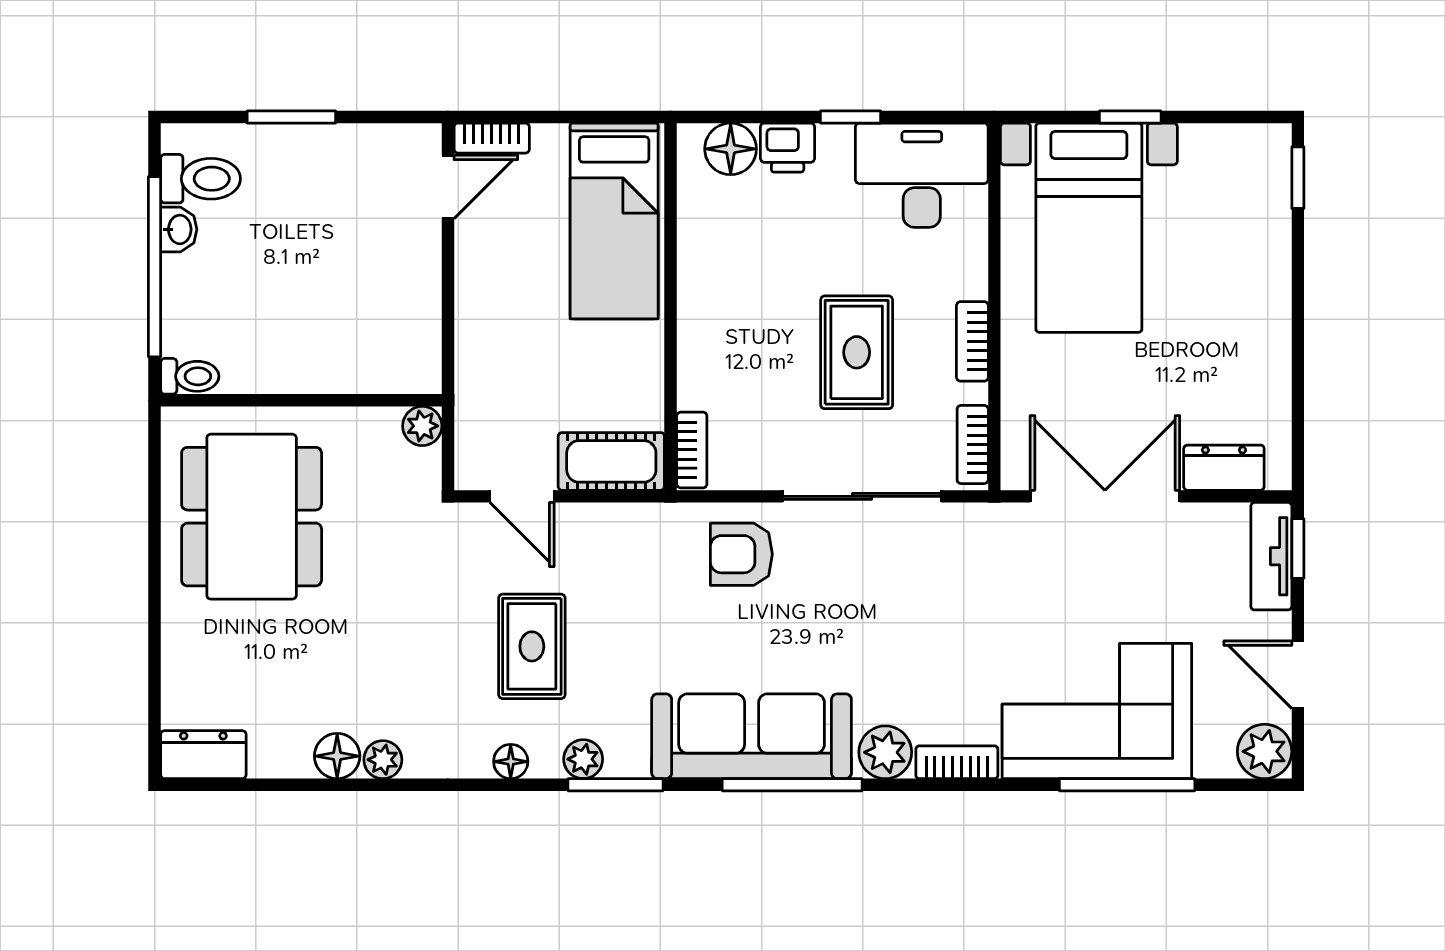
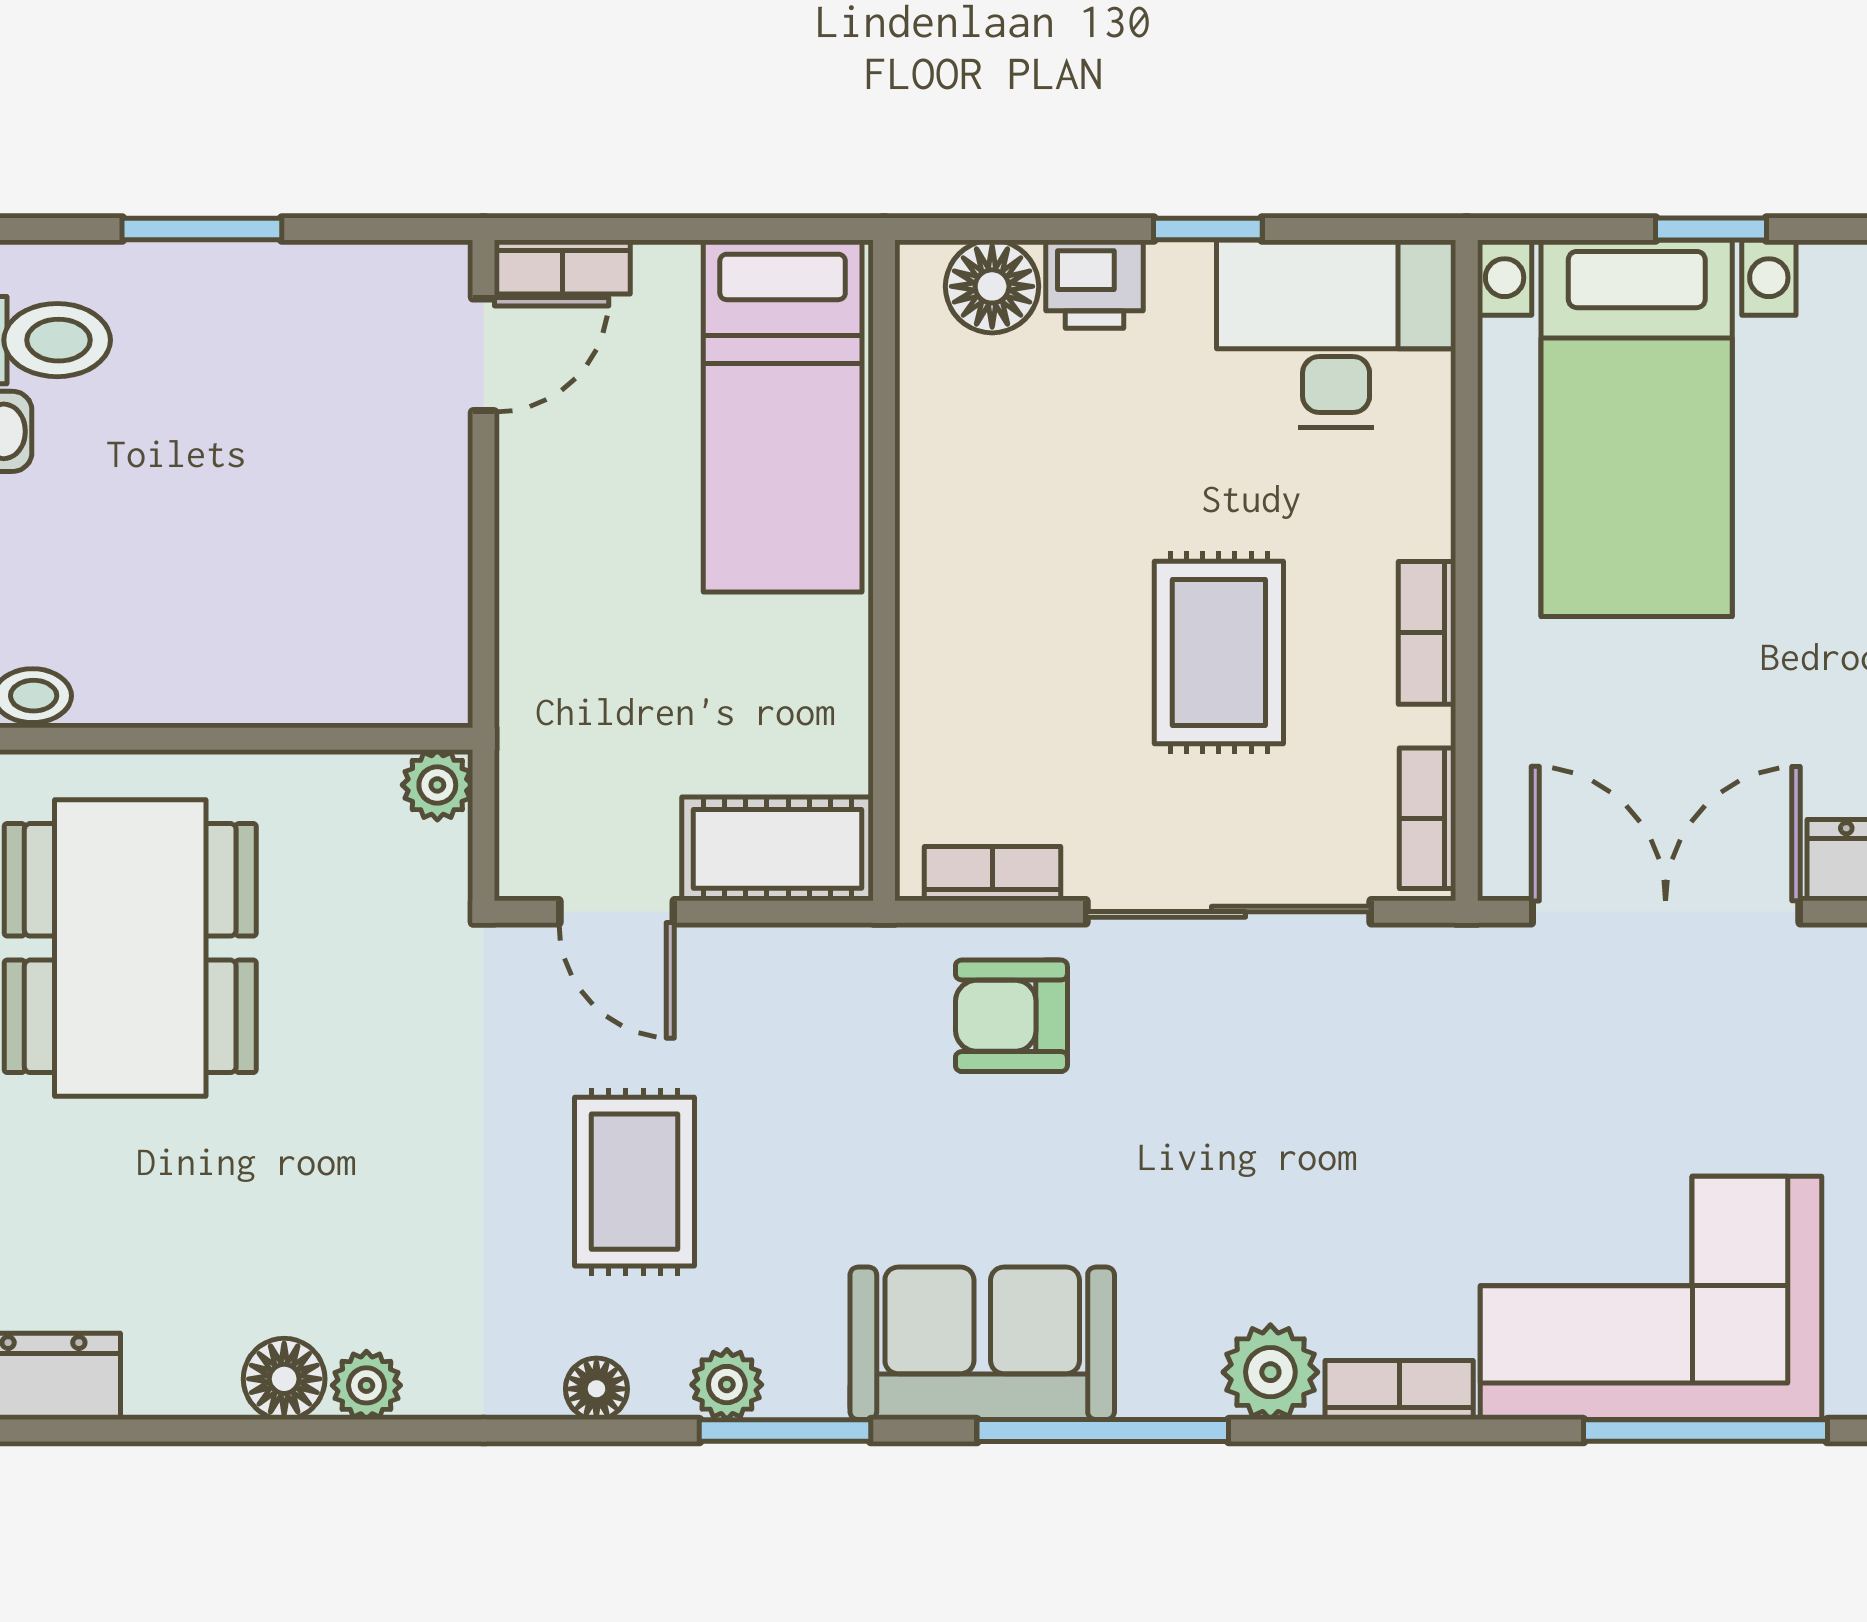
bookcase: (692, 450) -> (993, 874), moved, turned -90
sofa: (752, 736) -> (982, 1343), width x0.73

